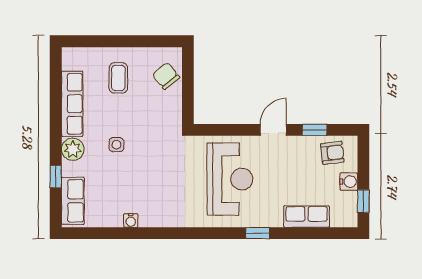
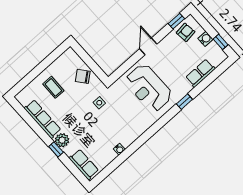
chair: (166, 76) -> (83, 76), moved
window: (314, 130) -> (176, 21), moved
side table: (116, 145) -> (99, 103), moved
window: (56, 176) -> (56, 149), moved
reception desk: (230, 179) -> (149, 88), turned 180

